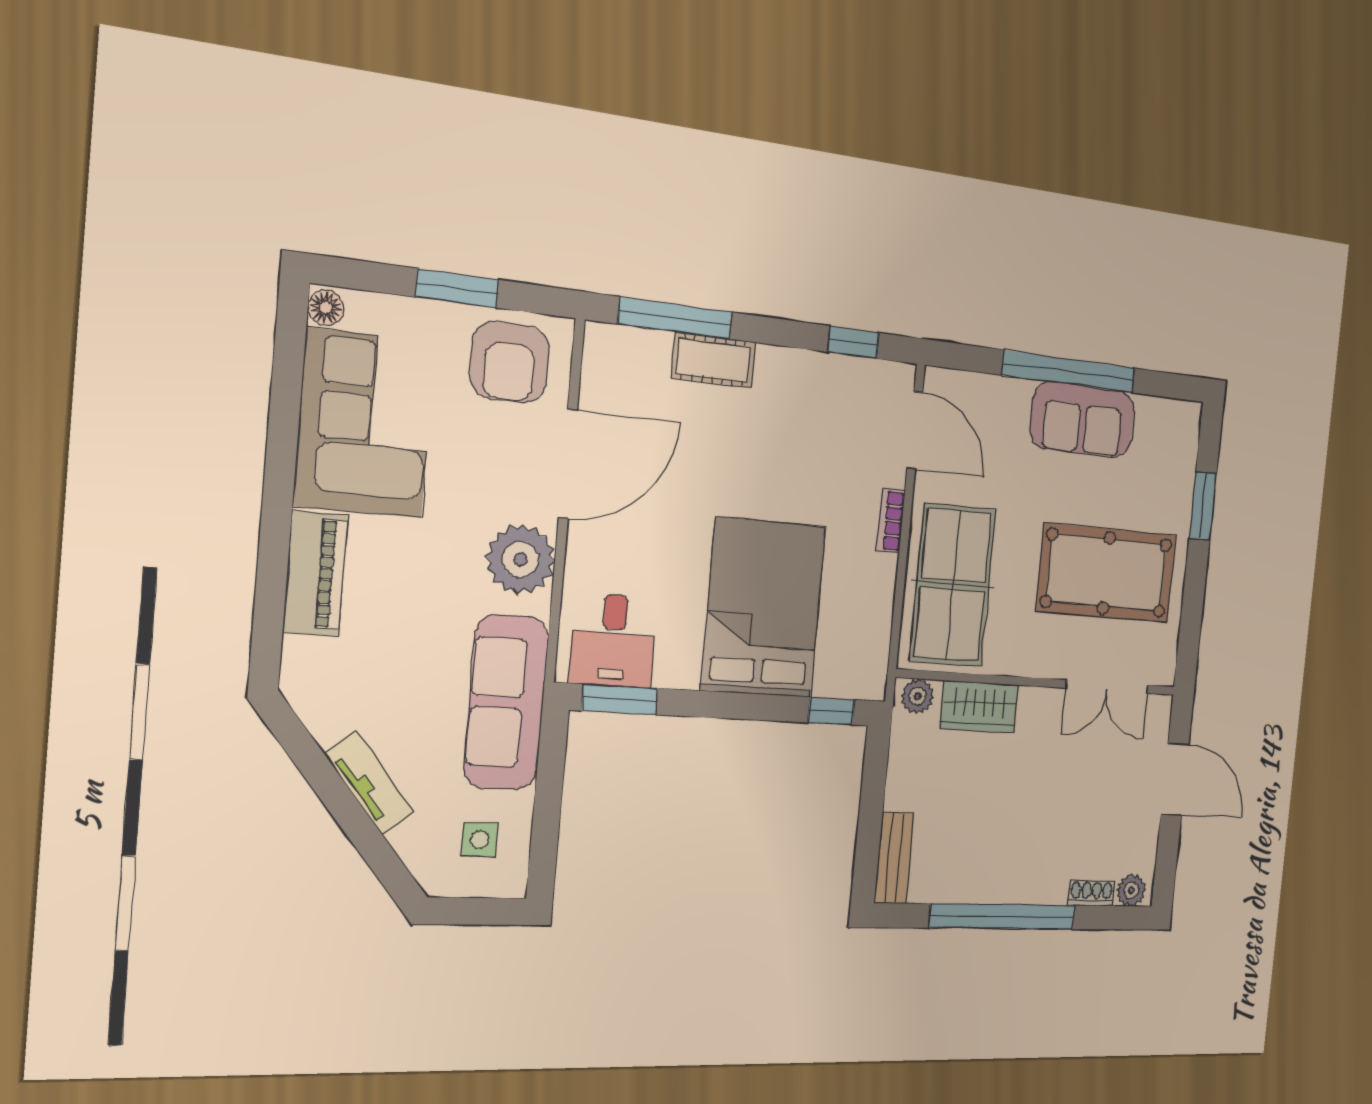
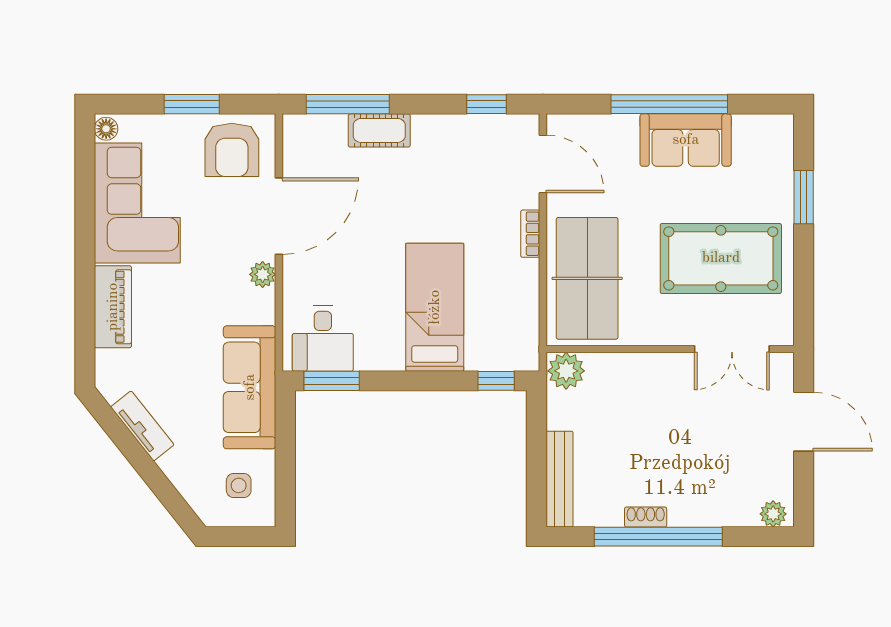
plant: (520, 559) -> (263, 274), width x0.53, depth x0.53
bed: (764, 608) -> (435, 307), width x0.67
plant: (917, 696) -> (566, 371), width x1.38, depth x1.38
wardrobe: (979, 707) -> (620, 371), removed
tv unit: (369, 782) -> (142, 426), moved
bench: (894, 858) -> (560, 479), width x1.36
shoe rack: (1091, 893) -> (646, 517), moved

